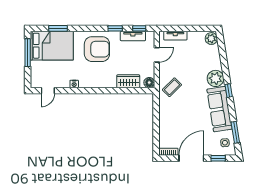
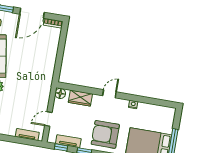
coffee table: (172, 87) -> (39, 85), removed
door: (48, 91) -> (109, 94), moved

